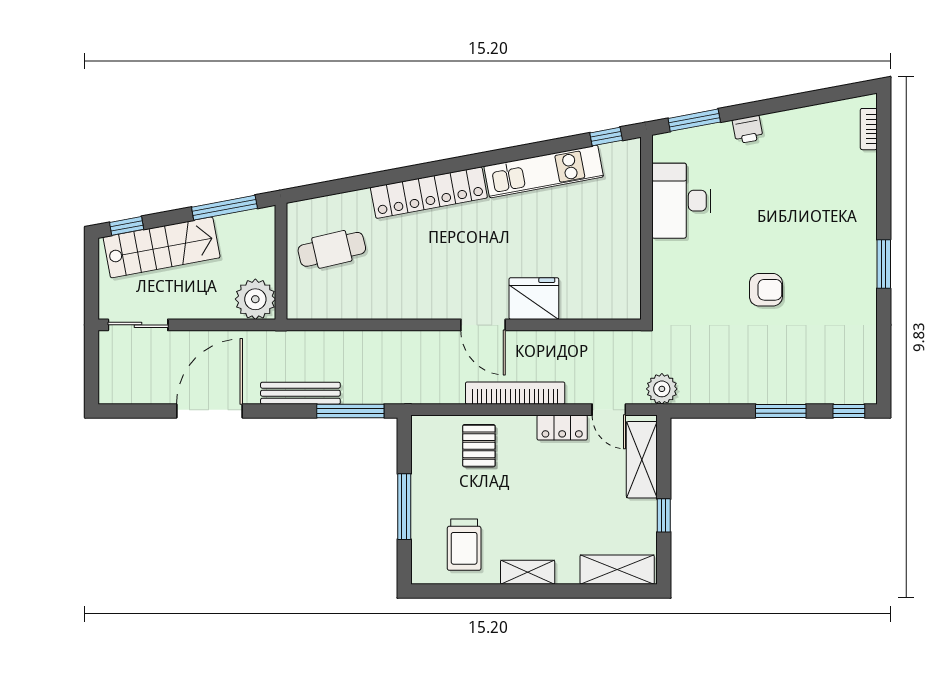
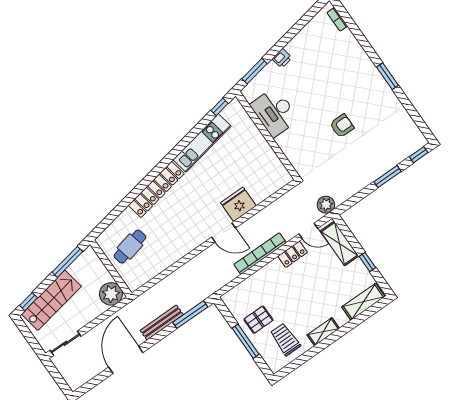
pallet: (479, 446) -> (258, 320), moved, turned 90
trolley: (464, 545) -> (285, 339), turned 180

